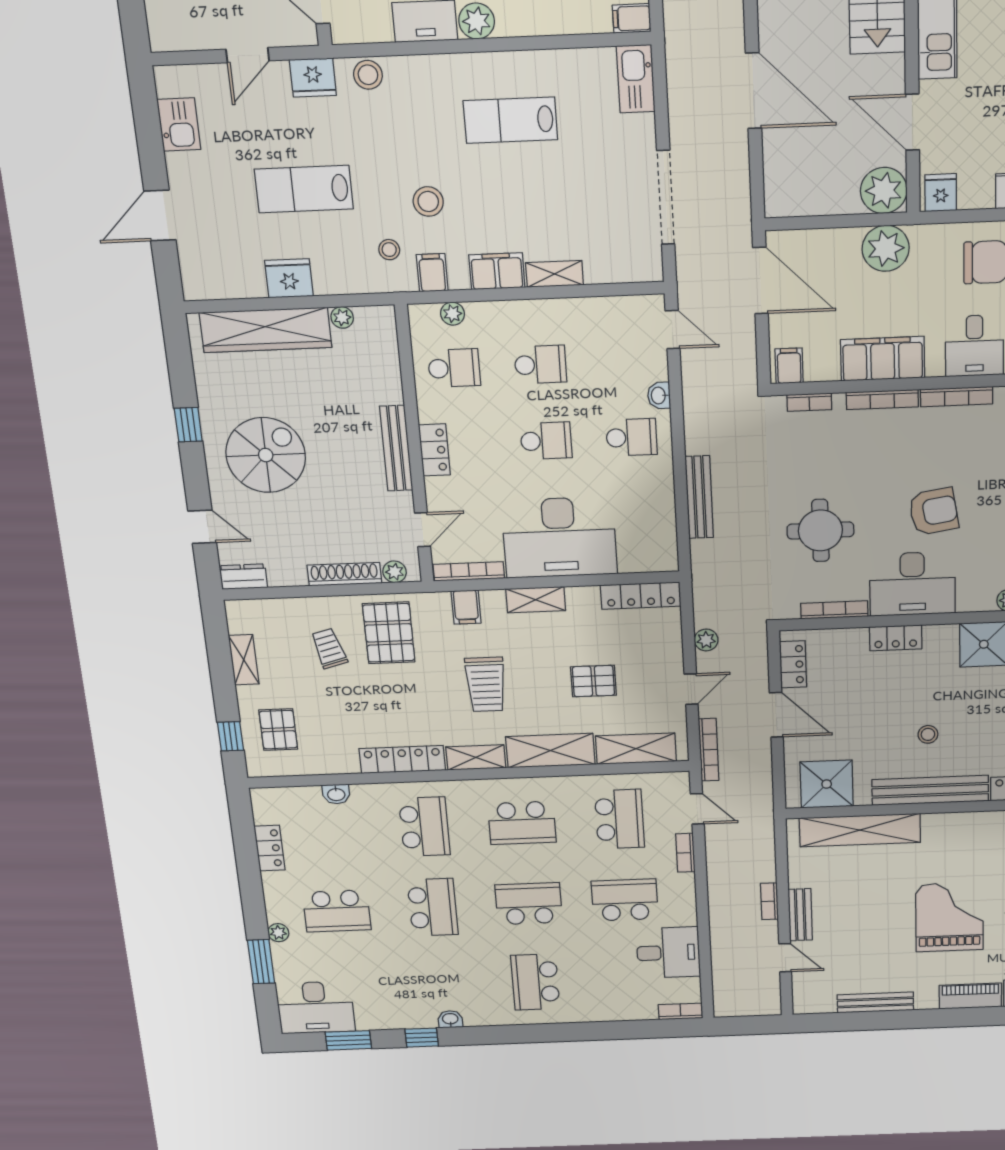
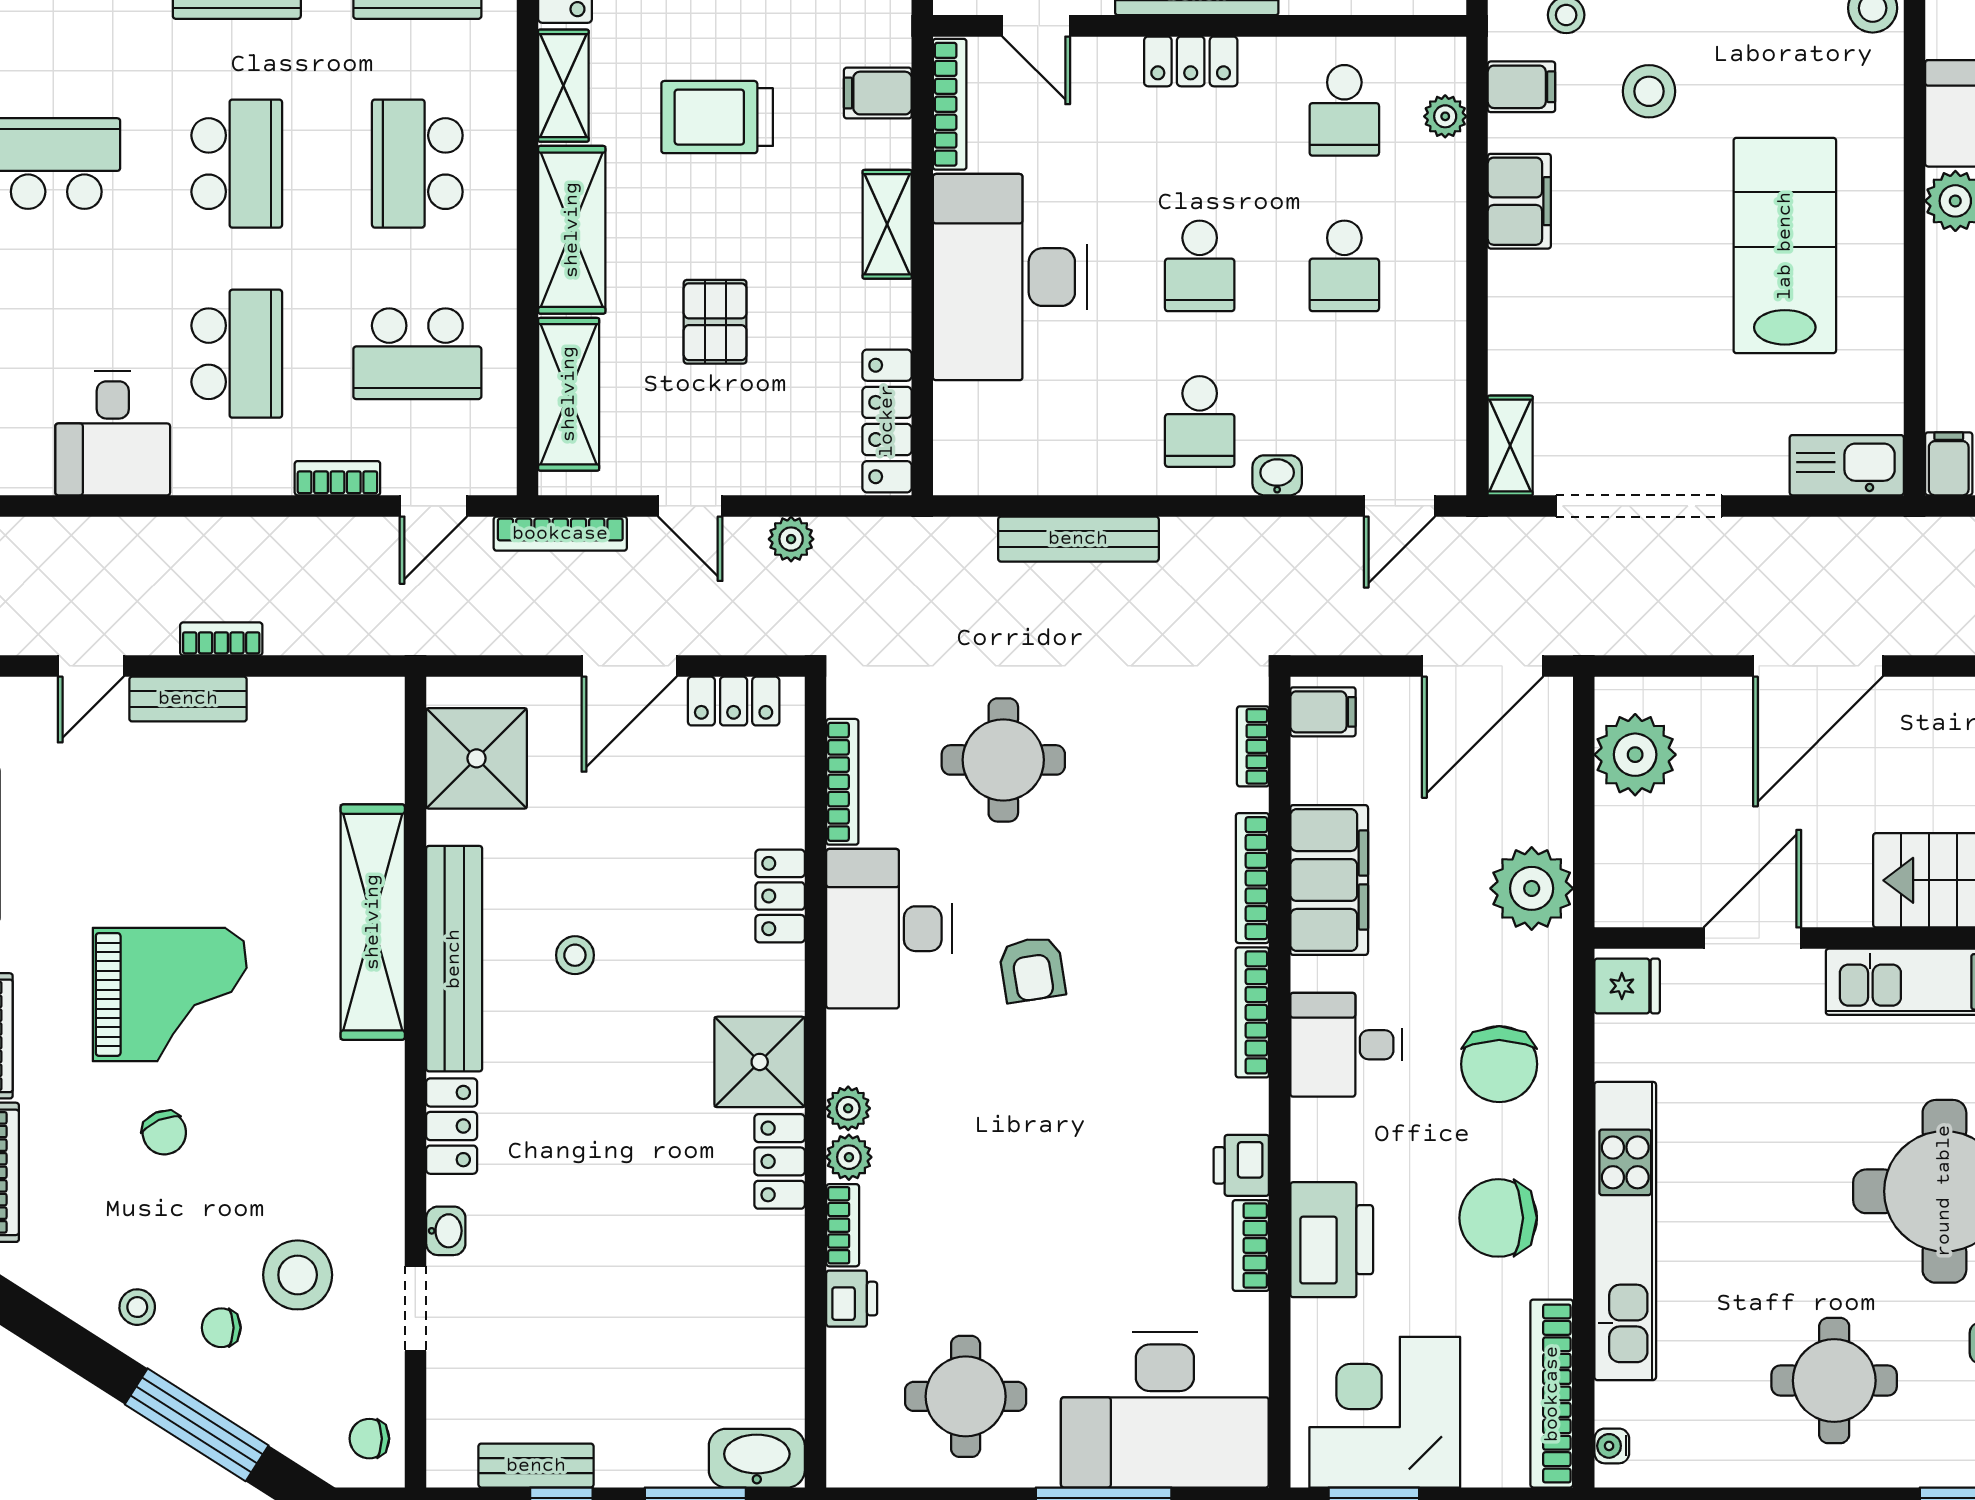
lab bench: (510, 120) -> (1785, 246), width x1.36, depth x1.39
plant: (884, 190) -> (1635, 755), moved
shelving: (555, 274) -> (1510, 445), moved
armchair: (934, 511) -> (1032, 969), width x0.72, depth x0.72
shelving: (860, 830) -> (373, 922), moved

